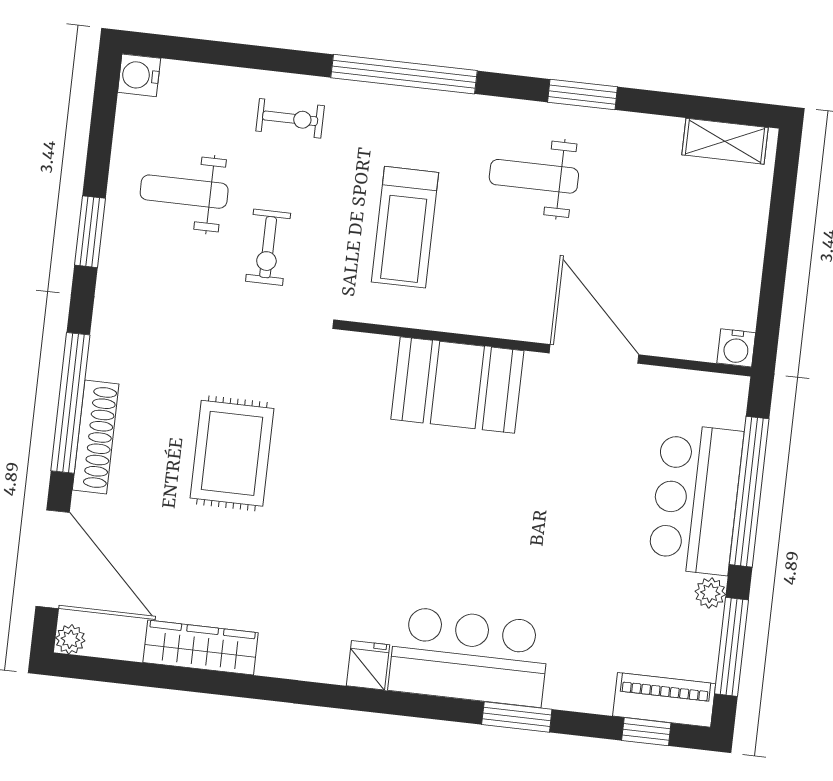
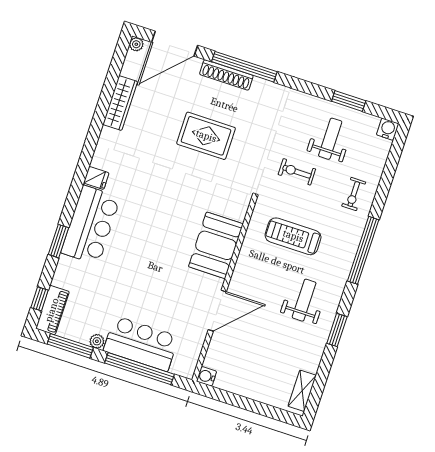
window: (90, 232) -> (349, 101), moved

